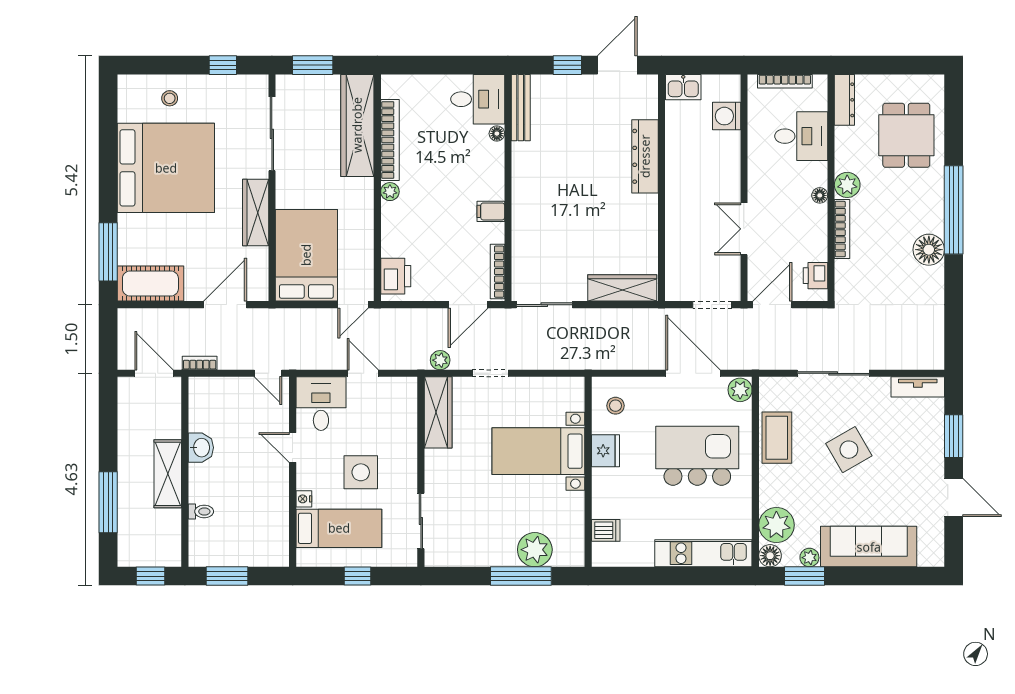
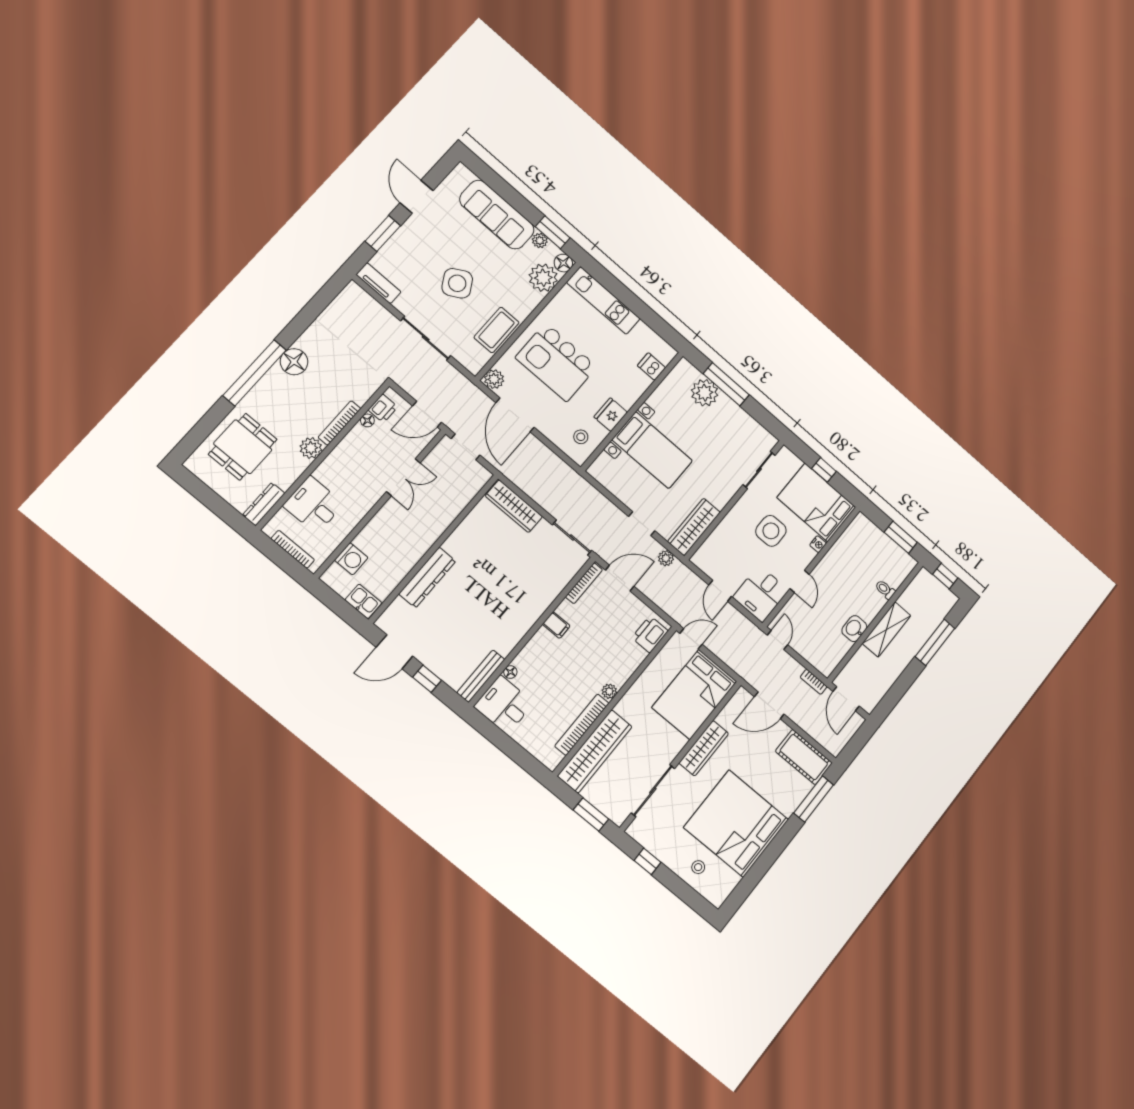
floor lamp: (820, 195) -> (367, 420), moved
bed: (339, 528) -> (816, 502), width x1.50

